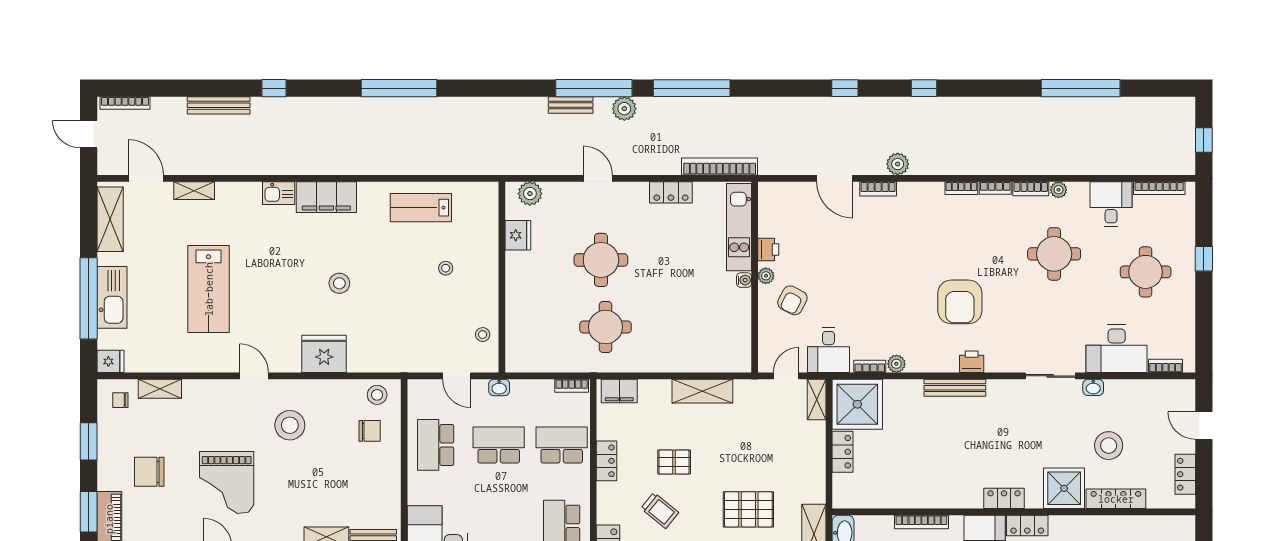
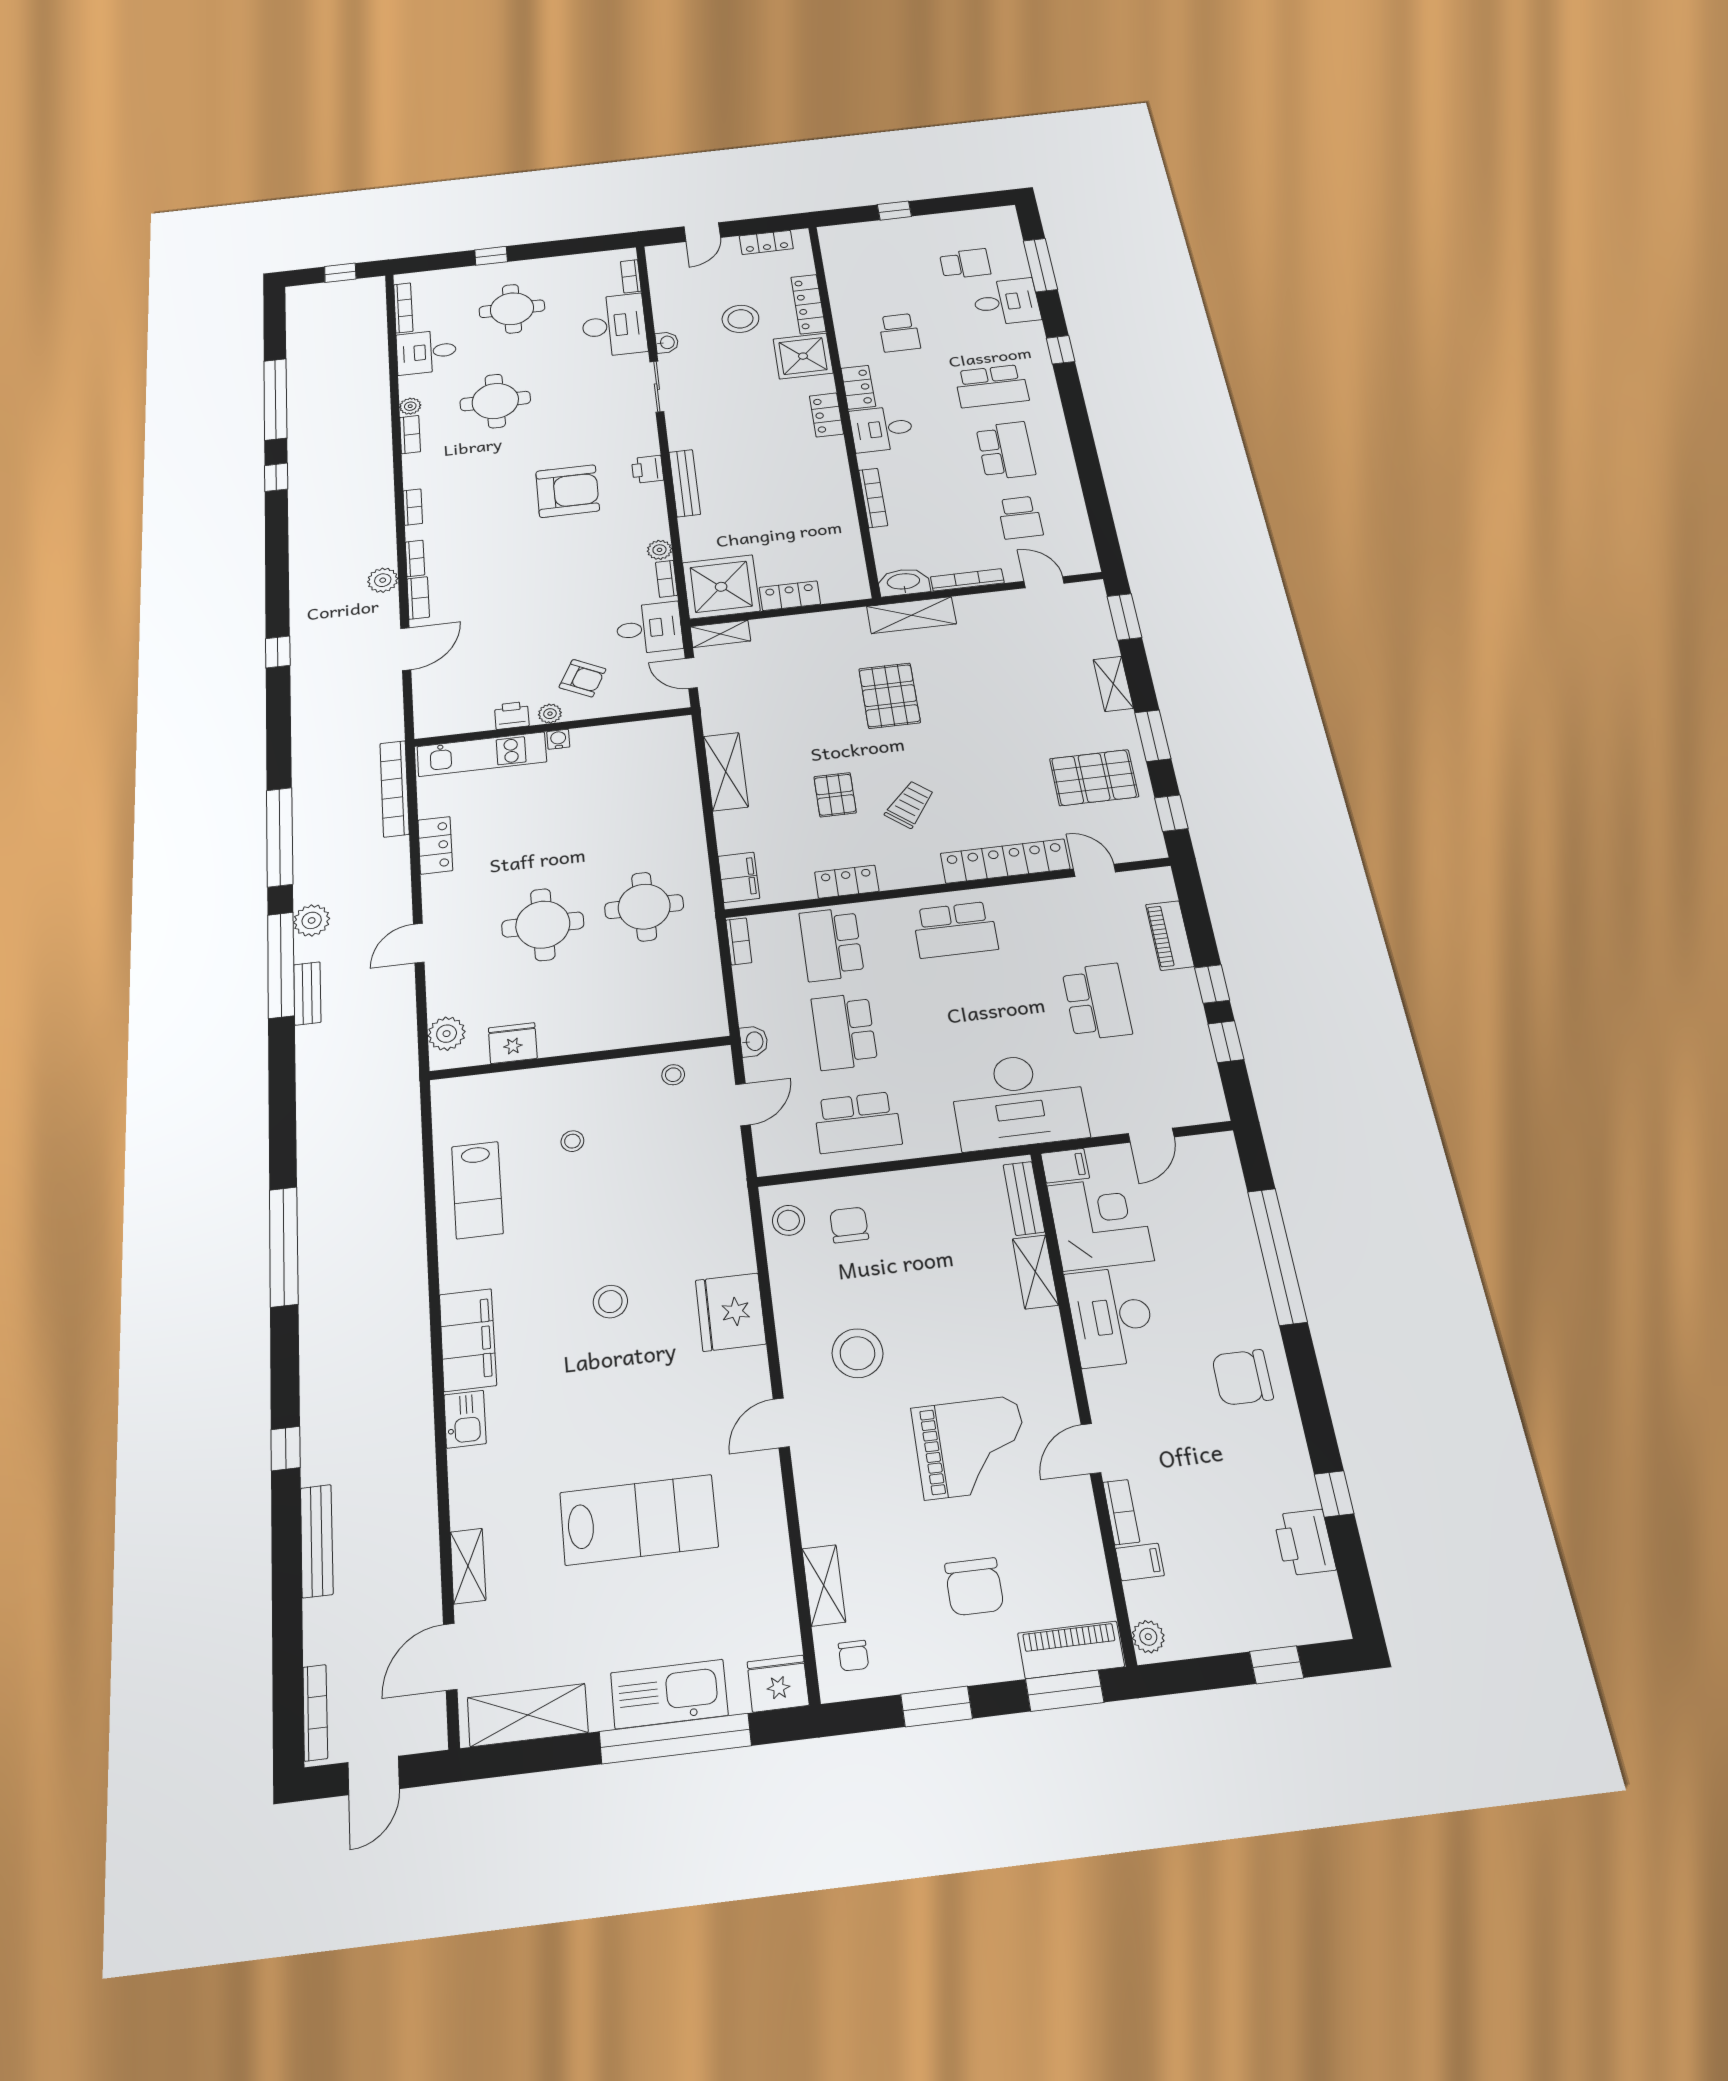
window: (924, 88) -> (276, 477), moved
bookcase: (995, 188) -> (415, 558), moved
fridge: (111, 361) -> (778, 1684), width x1.38

